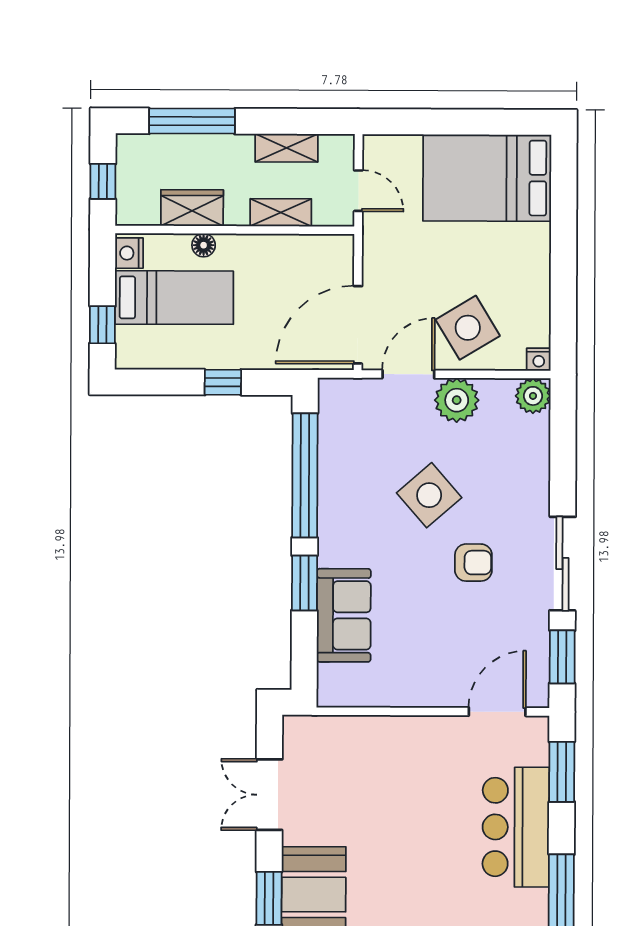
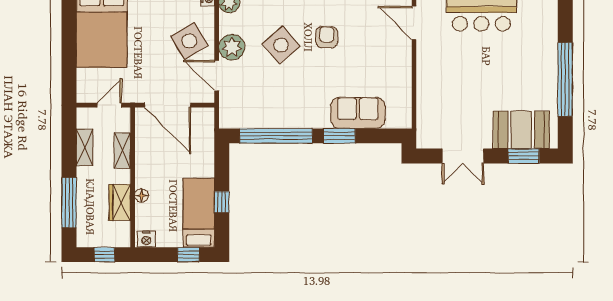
bed: (174, 298) -> (199, 213), moved
door: (358, 325) -> (168, 105), moved
window: (223, 382) -> (222, 202), moved
side table: (429, 495) -> (281, 45), moved

